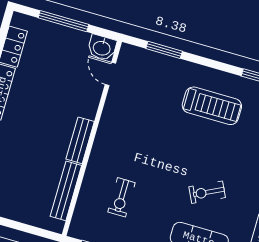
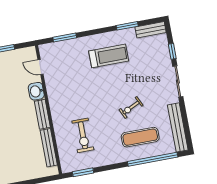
washbasin: (102, 48) -> (36, 91), moved, turned 90
exercise bike: (122, 197) -> (83, 135), width x1.38, depth x1.39

